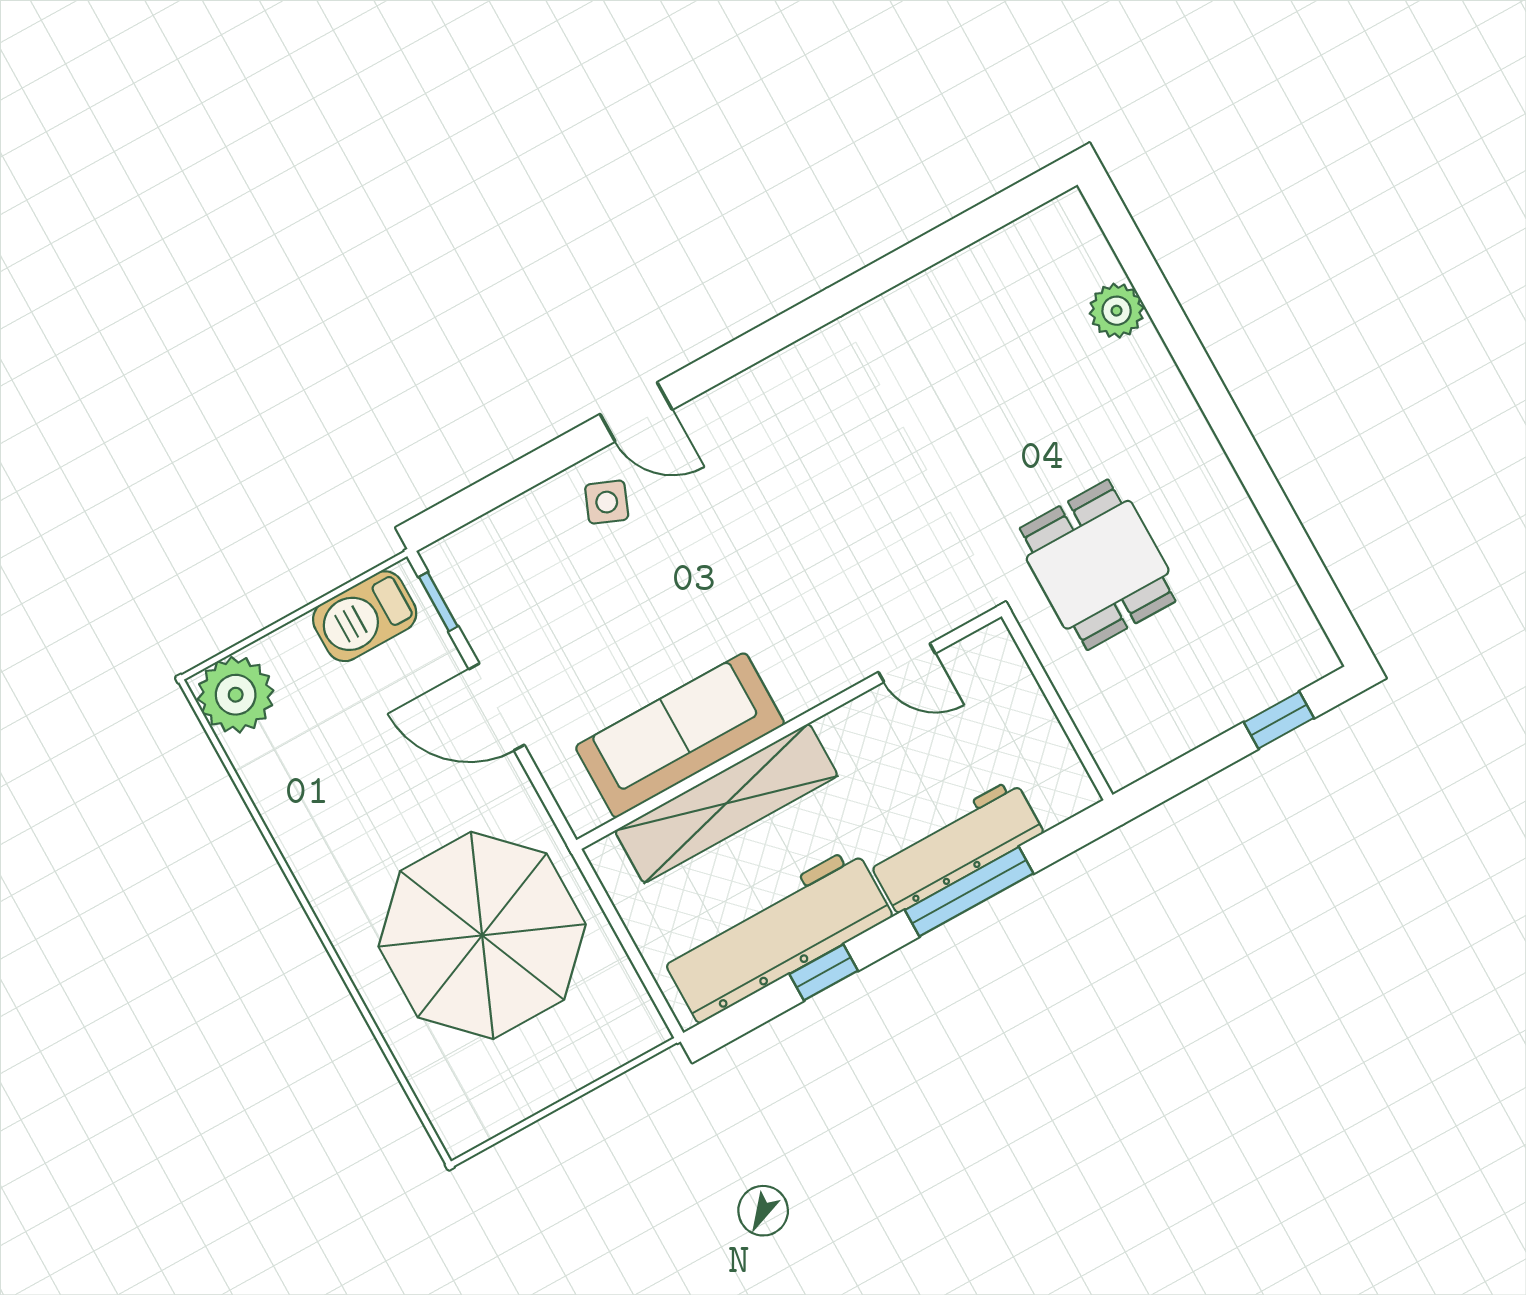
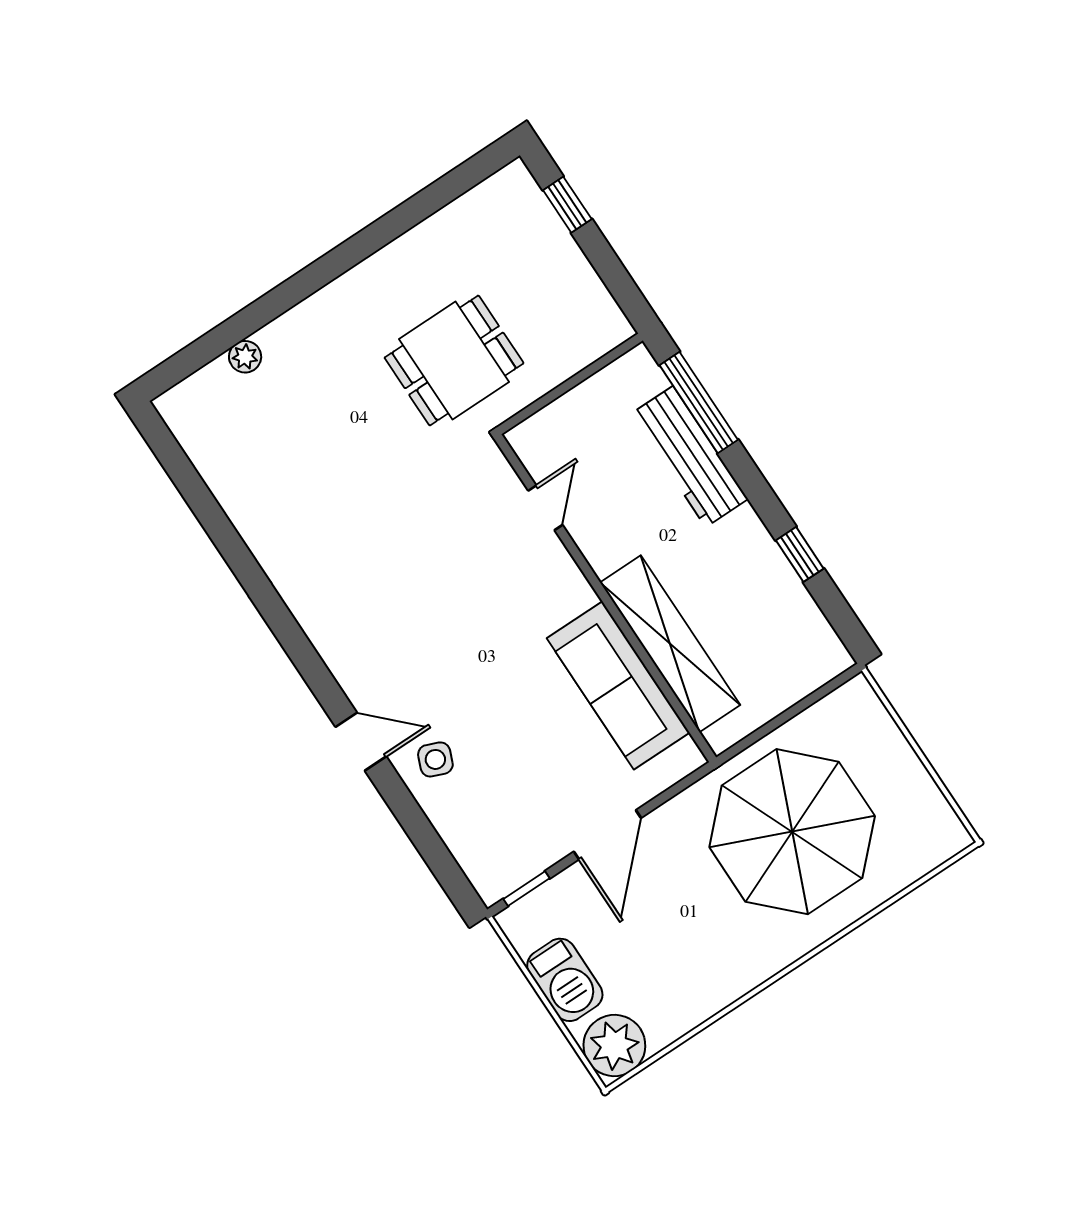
plant: (1117, 311) -> (245, 357), width x0.73, depth x0.73
door: (636, 412) -> (361, 742), hinge flipped
barbecue: (365, 616) -> (565, 980), moved
window: (969, 892) -> (699, 403), moved
workbench: (776, 935) -> (773, 595), removed

